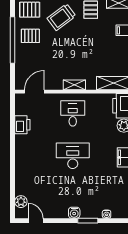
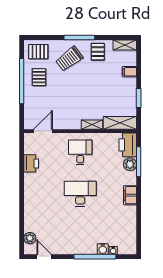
pallet: (30, 36) -> (39, 77), turned 90
shelving: (74, 85) -> (92, 125), moved
water cooler: (74, 213) -> (103, 249), moved
window: (88, 221) -> (95, 257), width x2.11

